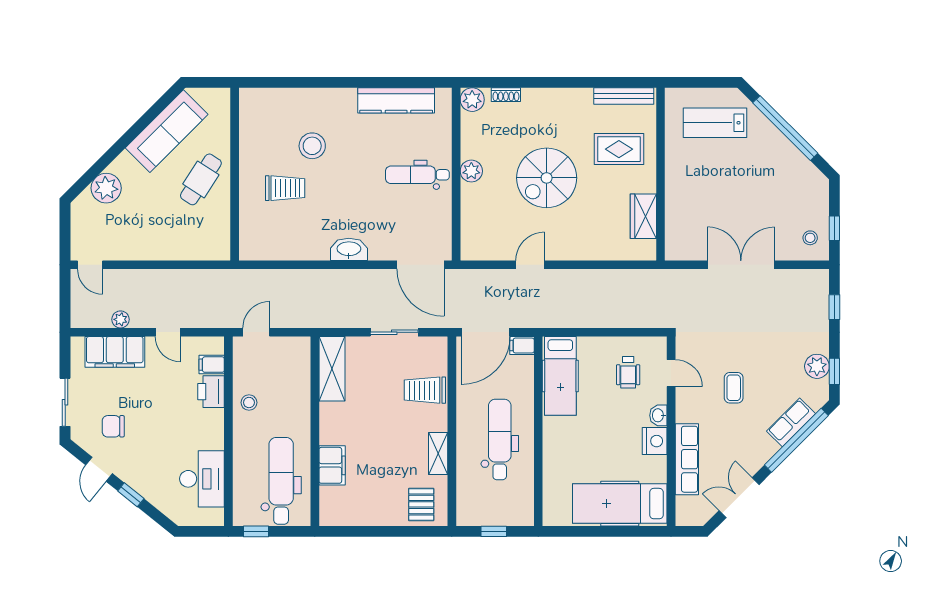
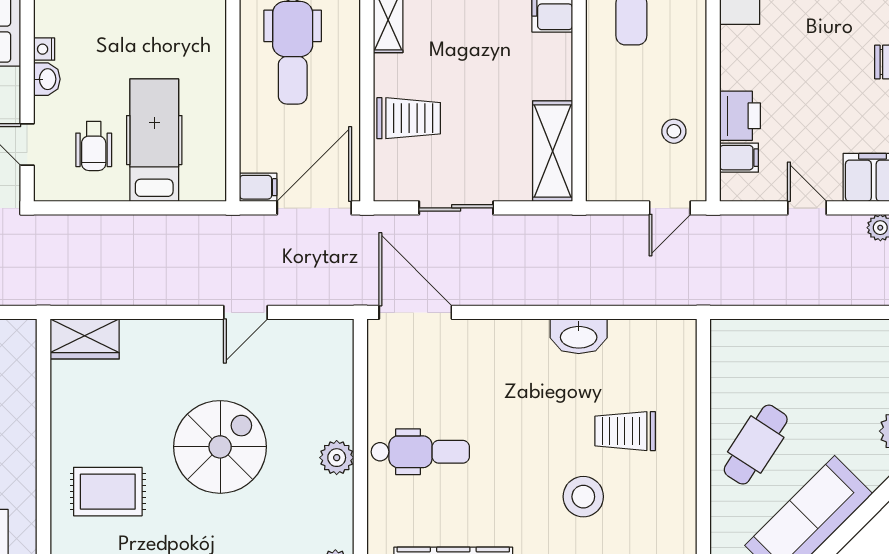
wardrobe: (643, 216) -> (85, 339), moved, turned 90
washbasin: (349, 249) -> (579, 336), moved
wheelchair: (628, 372) -> (94, 146), turned 180
hospital bed: (560, 376) -> (154, 140), moved
stool: (249, 403) -> (674, 131), moved
nightstand: (655, 441) -> (44, 49), width x0.53, depth x0.56

